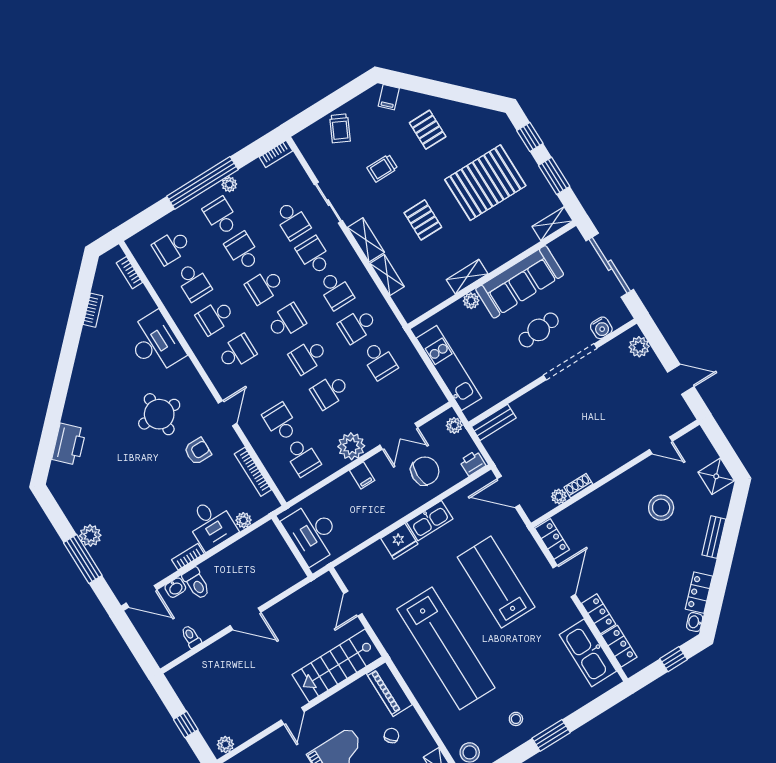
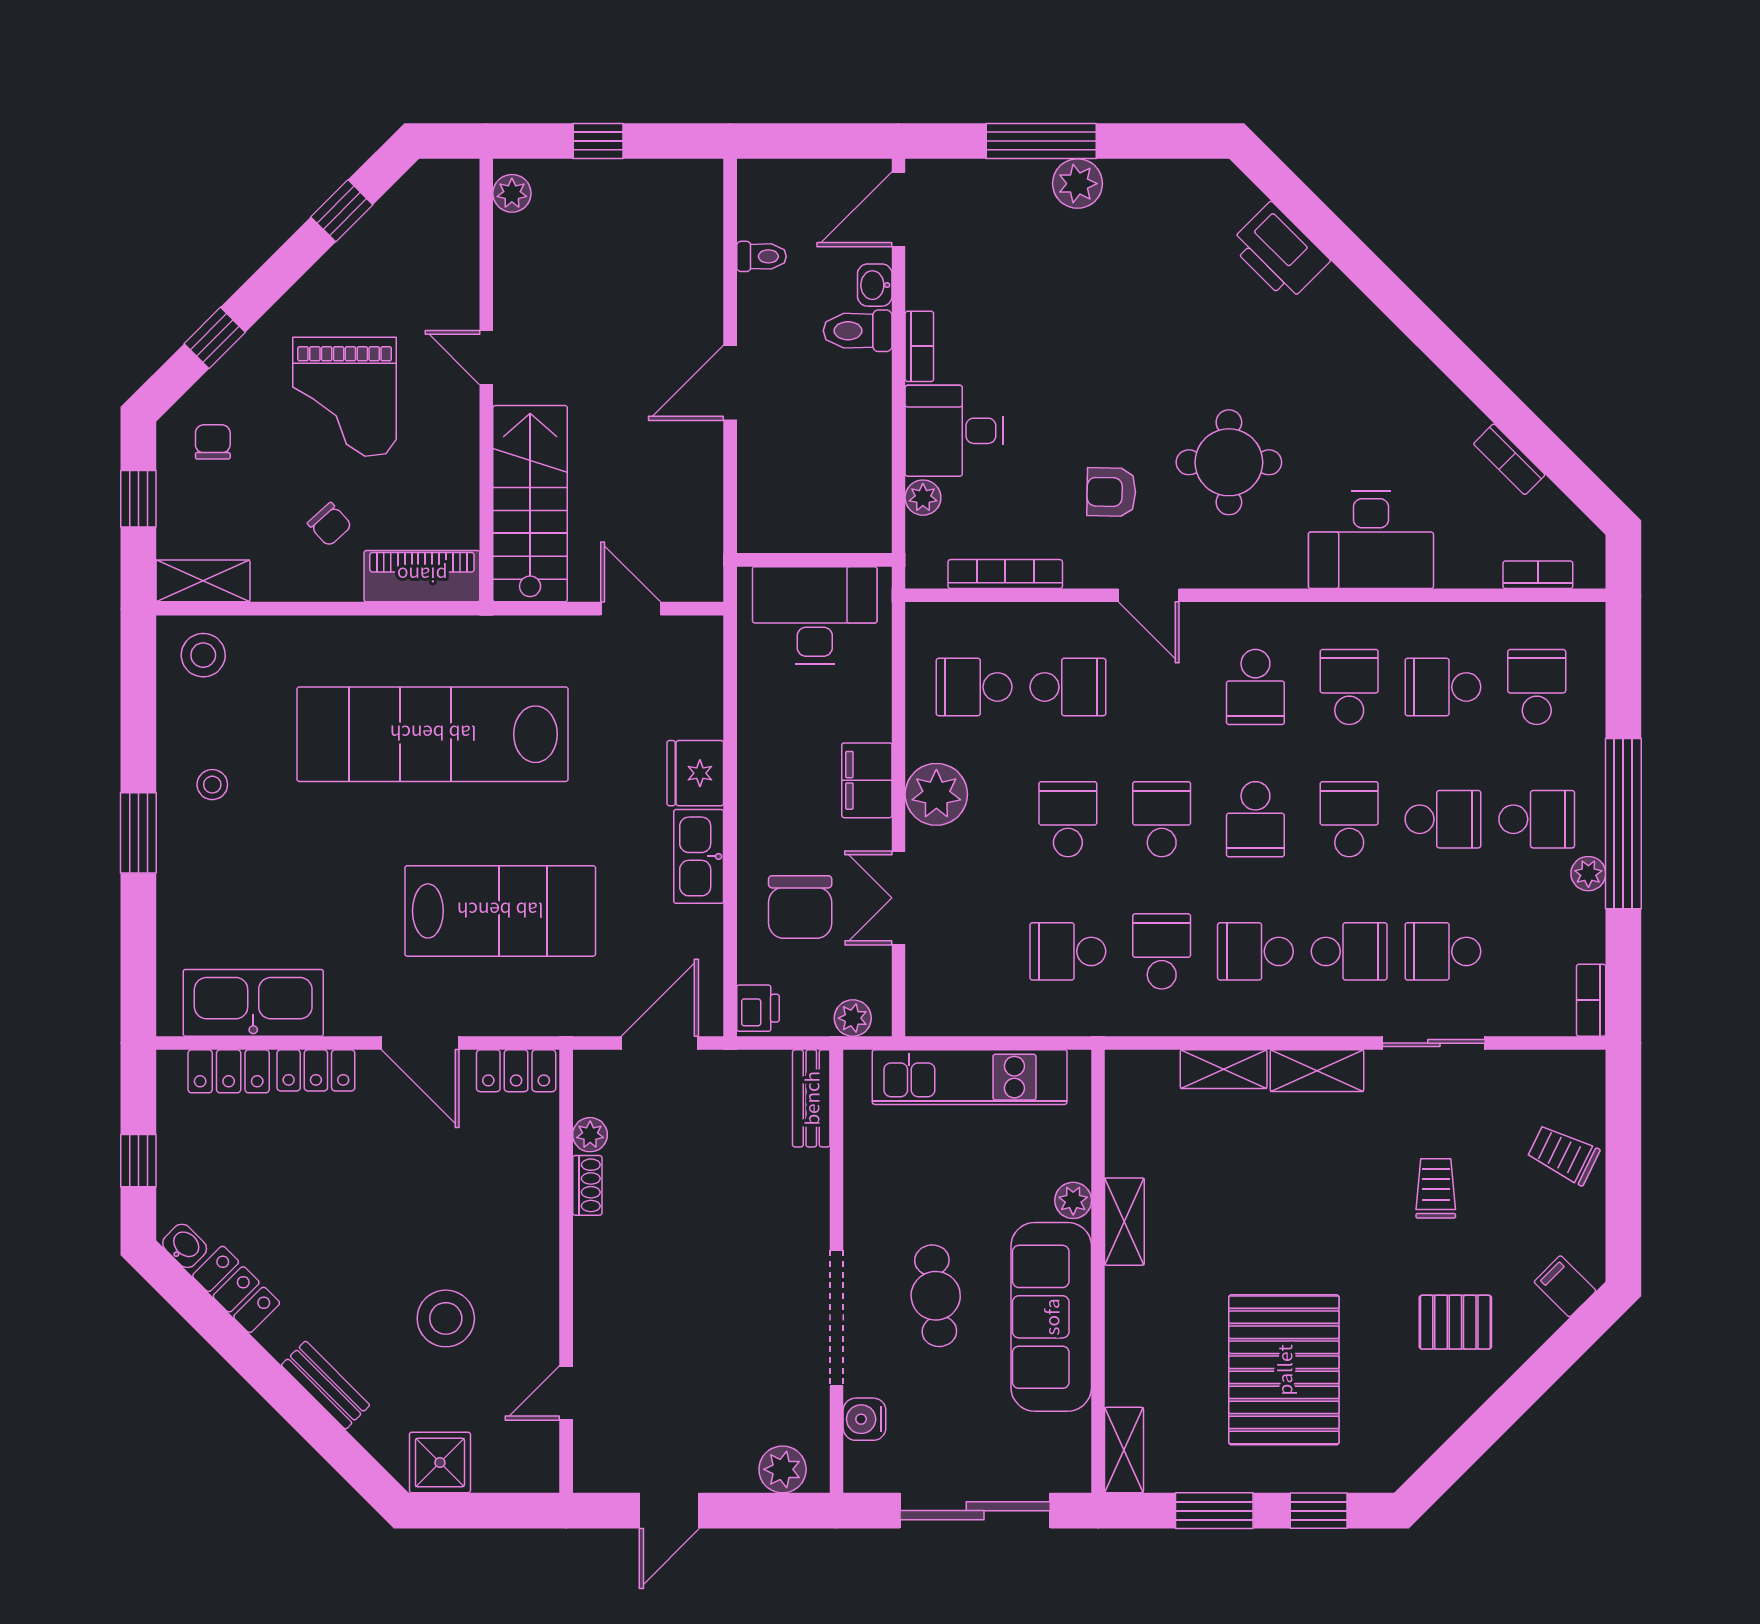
pallet: (423, 220) -> (1287, 1204), removed
armchair: (198, 451) -> (1111, 492), turned 91
filing cabinet: (362, 475) -> (867, 780), width x2.00

